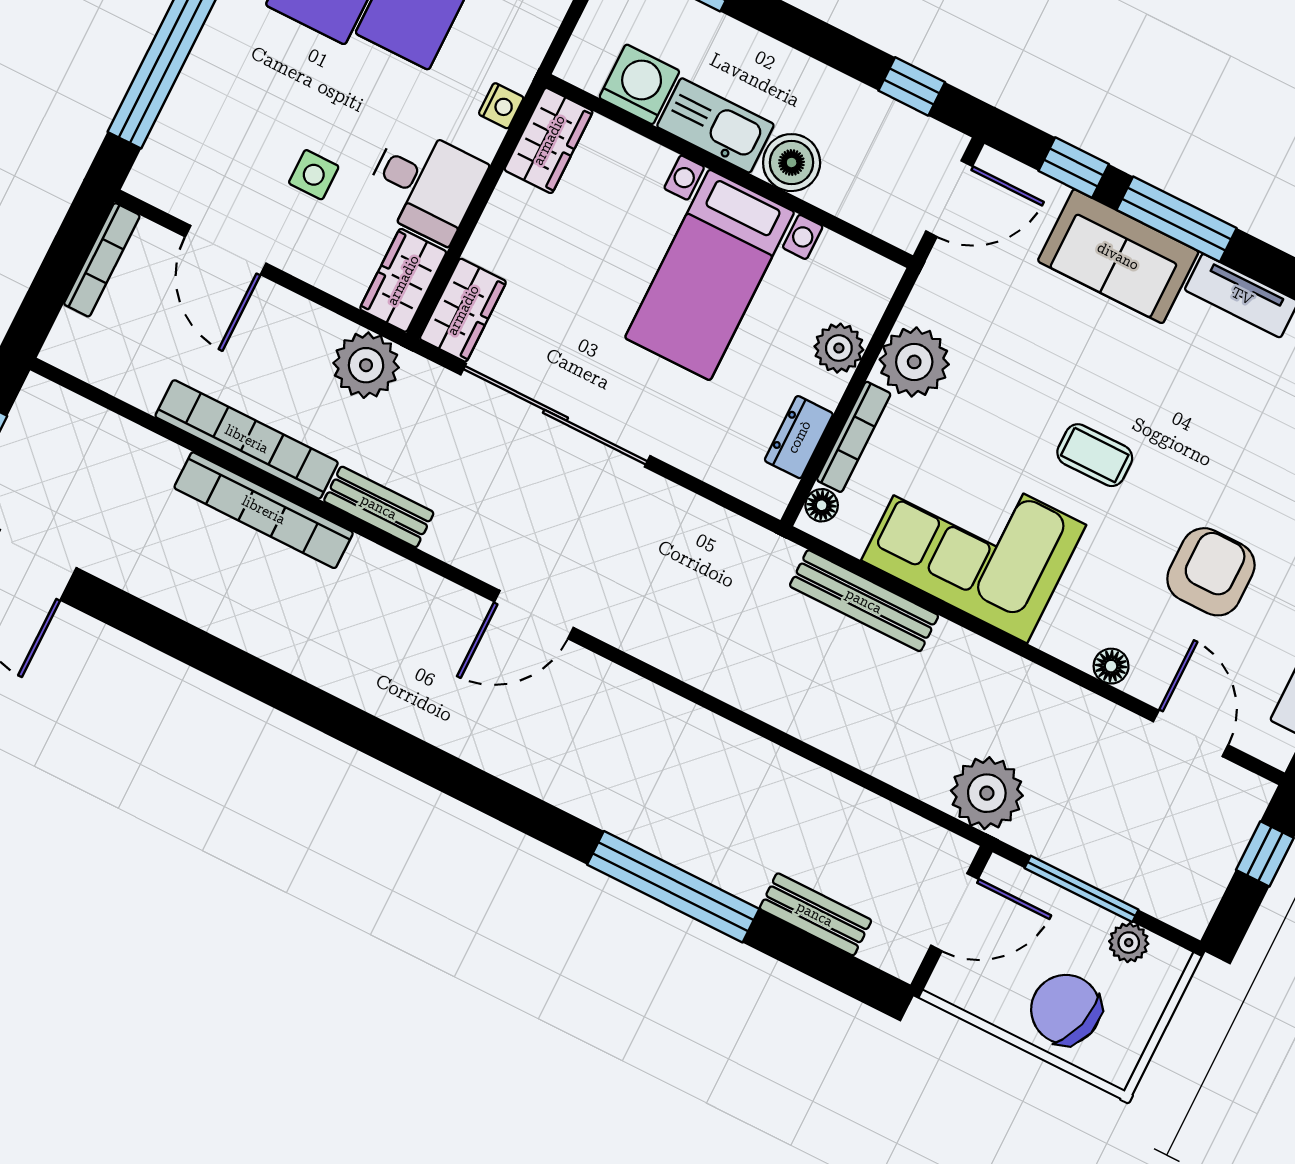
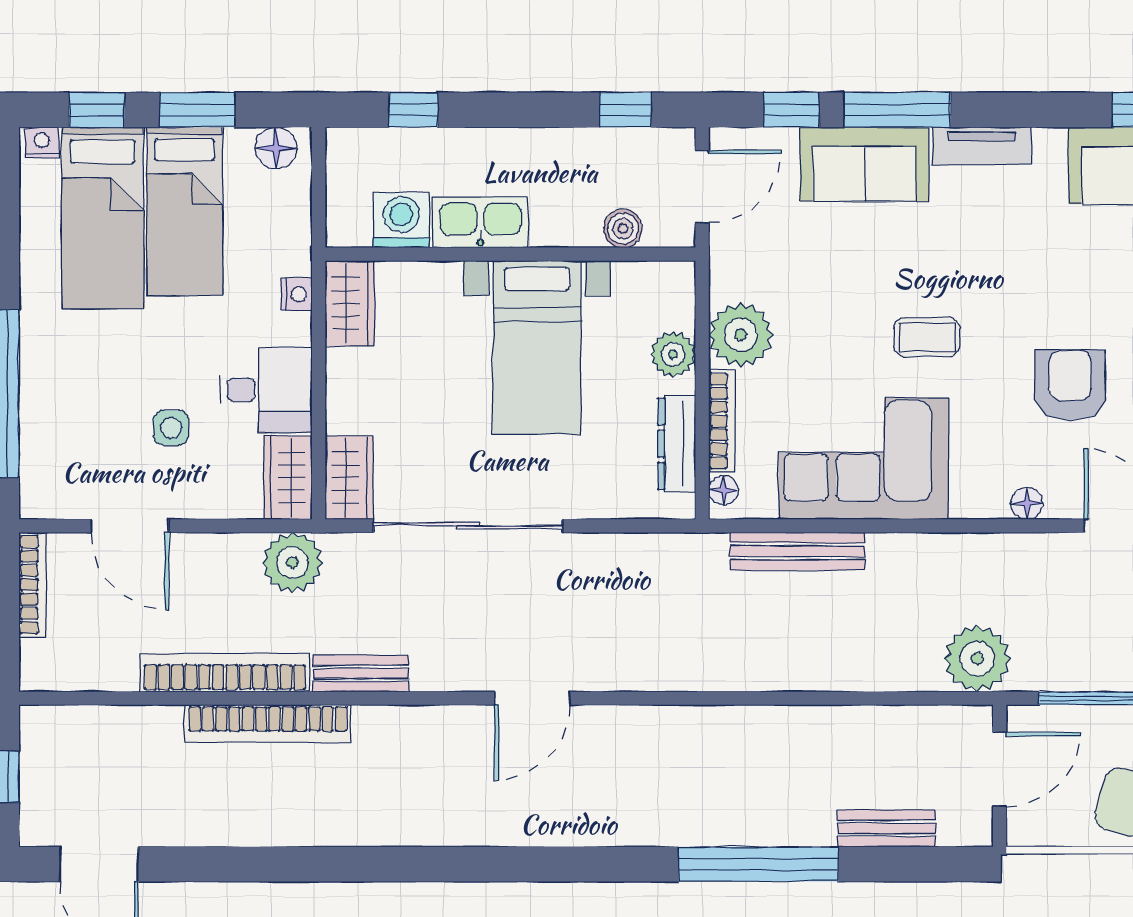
boiler: (792, 163) -> (623, 229), moved, width x0.73, depth x0.73
dresser: (799, 437) -> (677, 444), width x1.44

